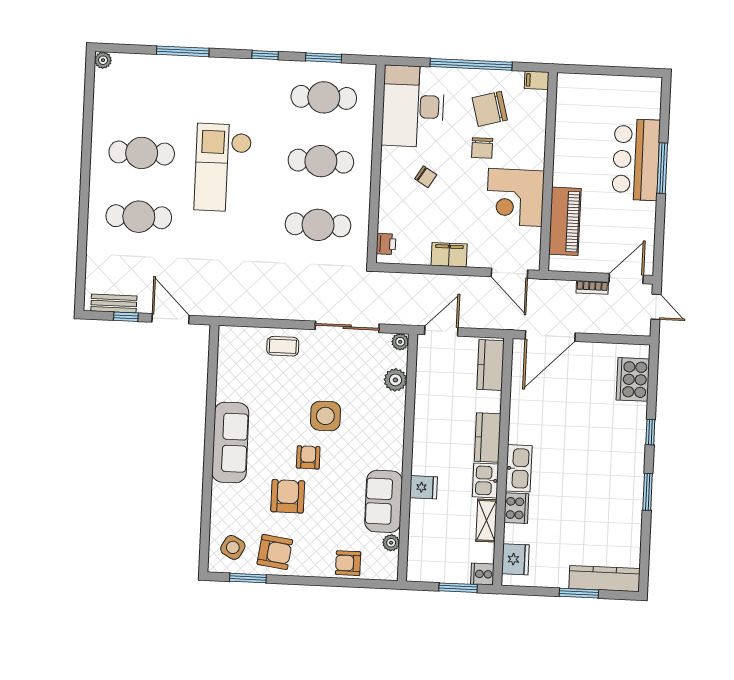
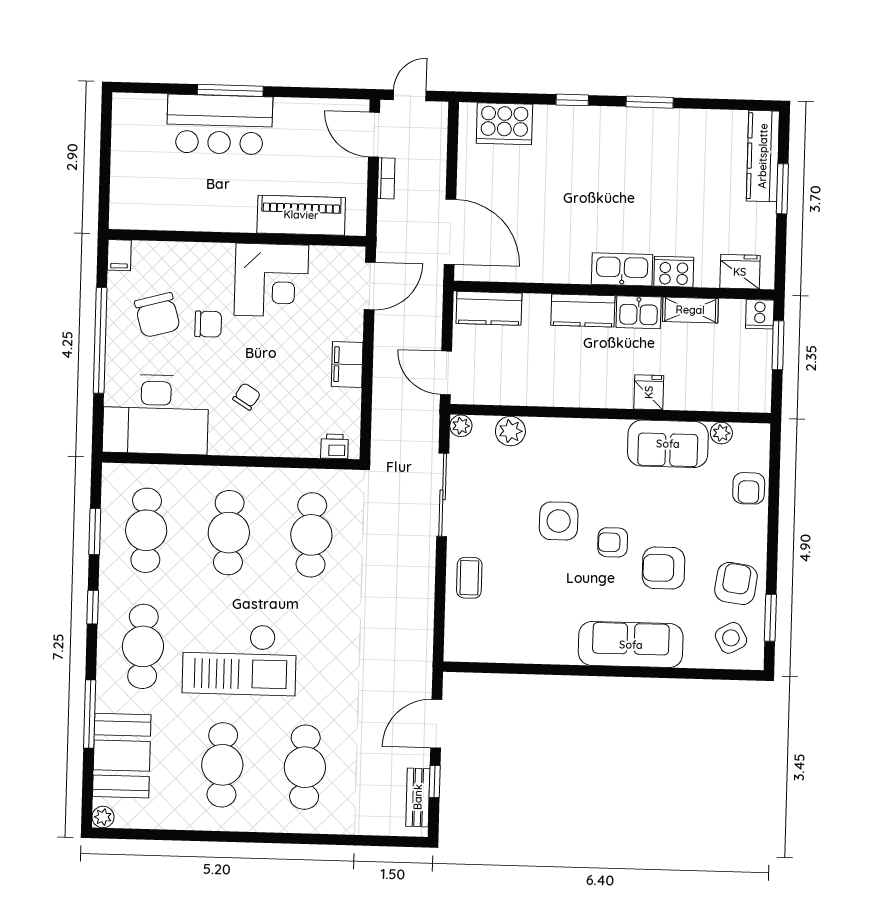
booth: (150, 76) -> (122, 756), added
cafe table: (234, 93) -> (143, 646), added
sofa: (230, 442) -> (631, 645), moved
side table: (233, 547) -> (731, 638), turned 32

